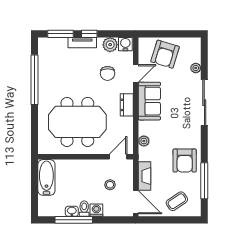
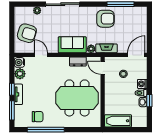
chair: (108, 73) -> (38, 117), moved
sofa: (149, 101) -> (72, 45), moved
dresser: (127, 105) -> (78, 62), moved
meeting table: (77, 122) -> (77, 98), turned 90
fireplace: (145, 176) -> (107, 48), moved
coffee table: (177, 201) -> (136, 24), removed
window: (74, 220) -> (149, 101), width x0.46

